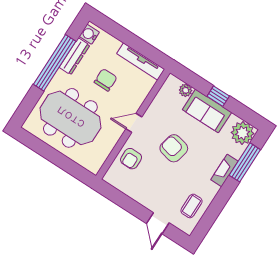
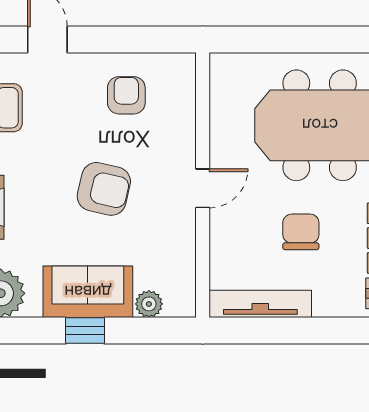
chair: (106, 80) -> (301, 232), turned 180
armchair: (131, 159) -> (126, 95), moved

